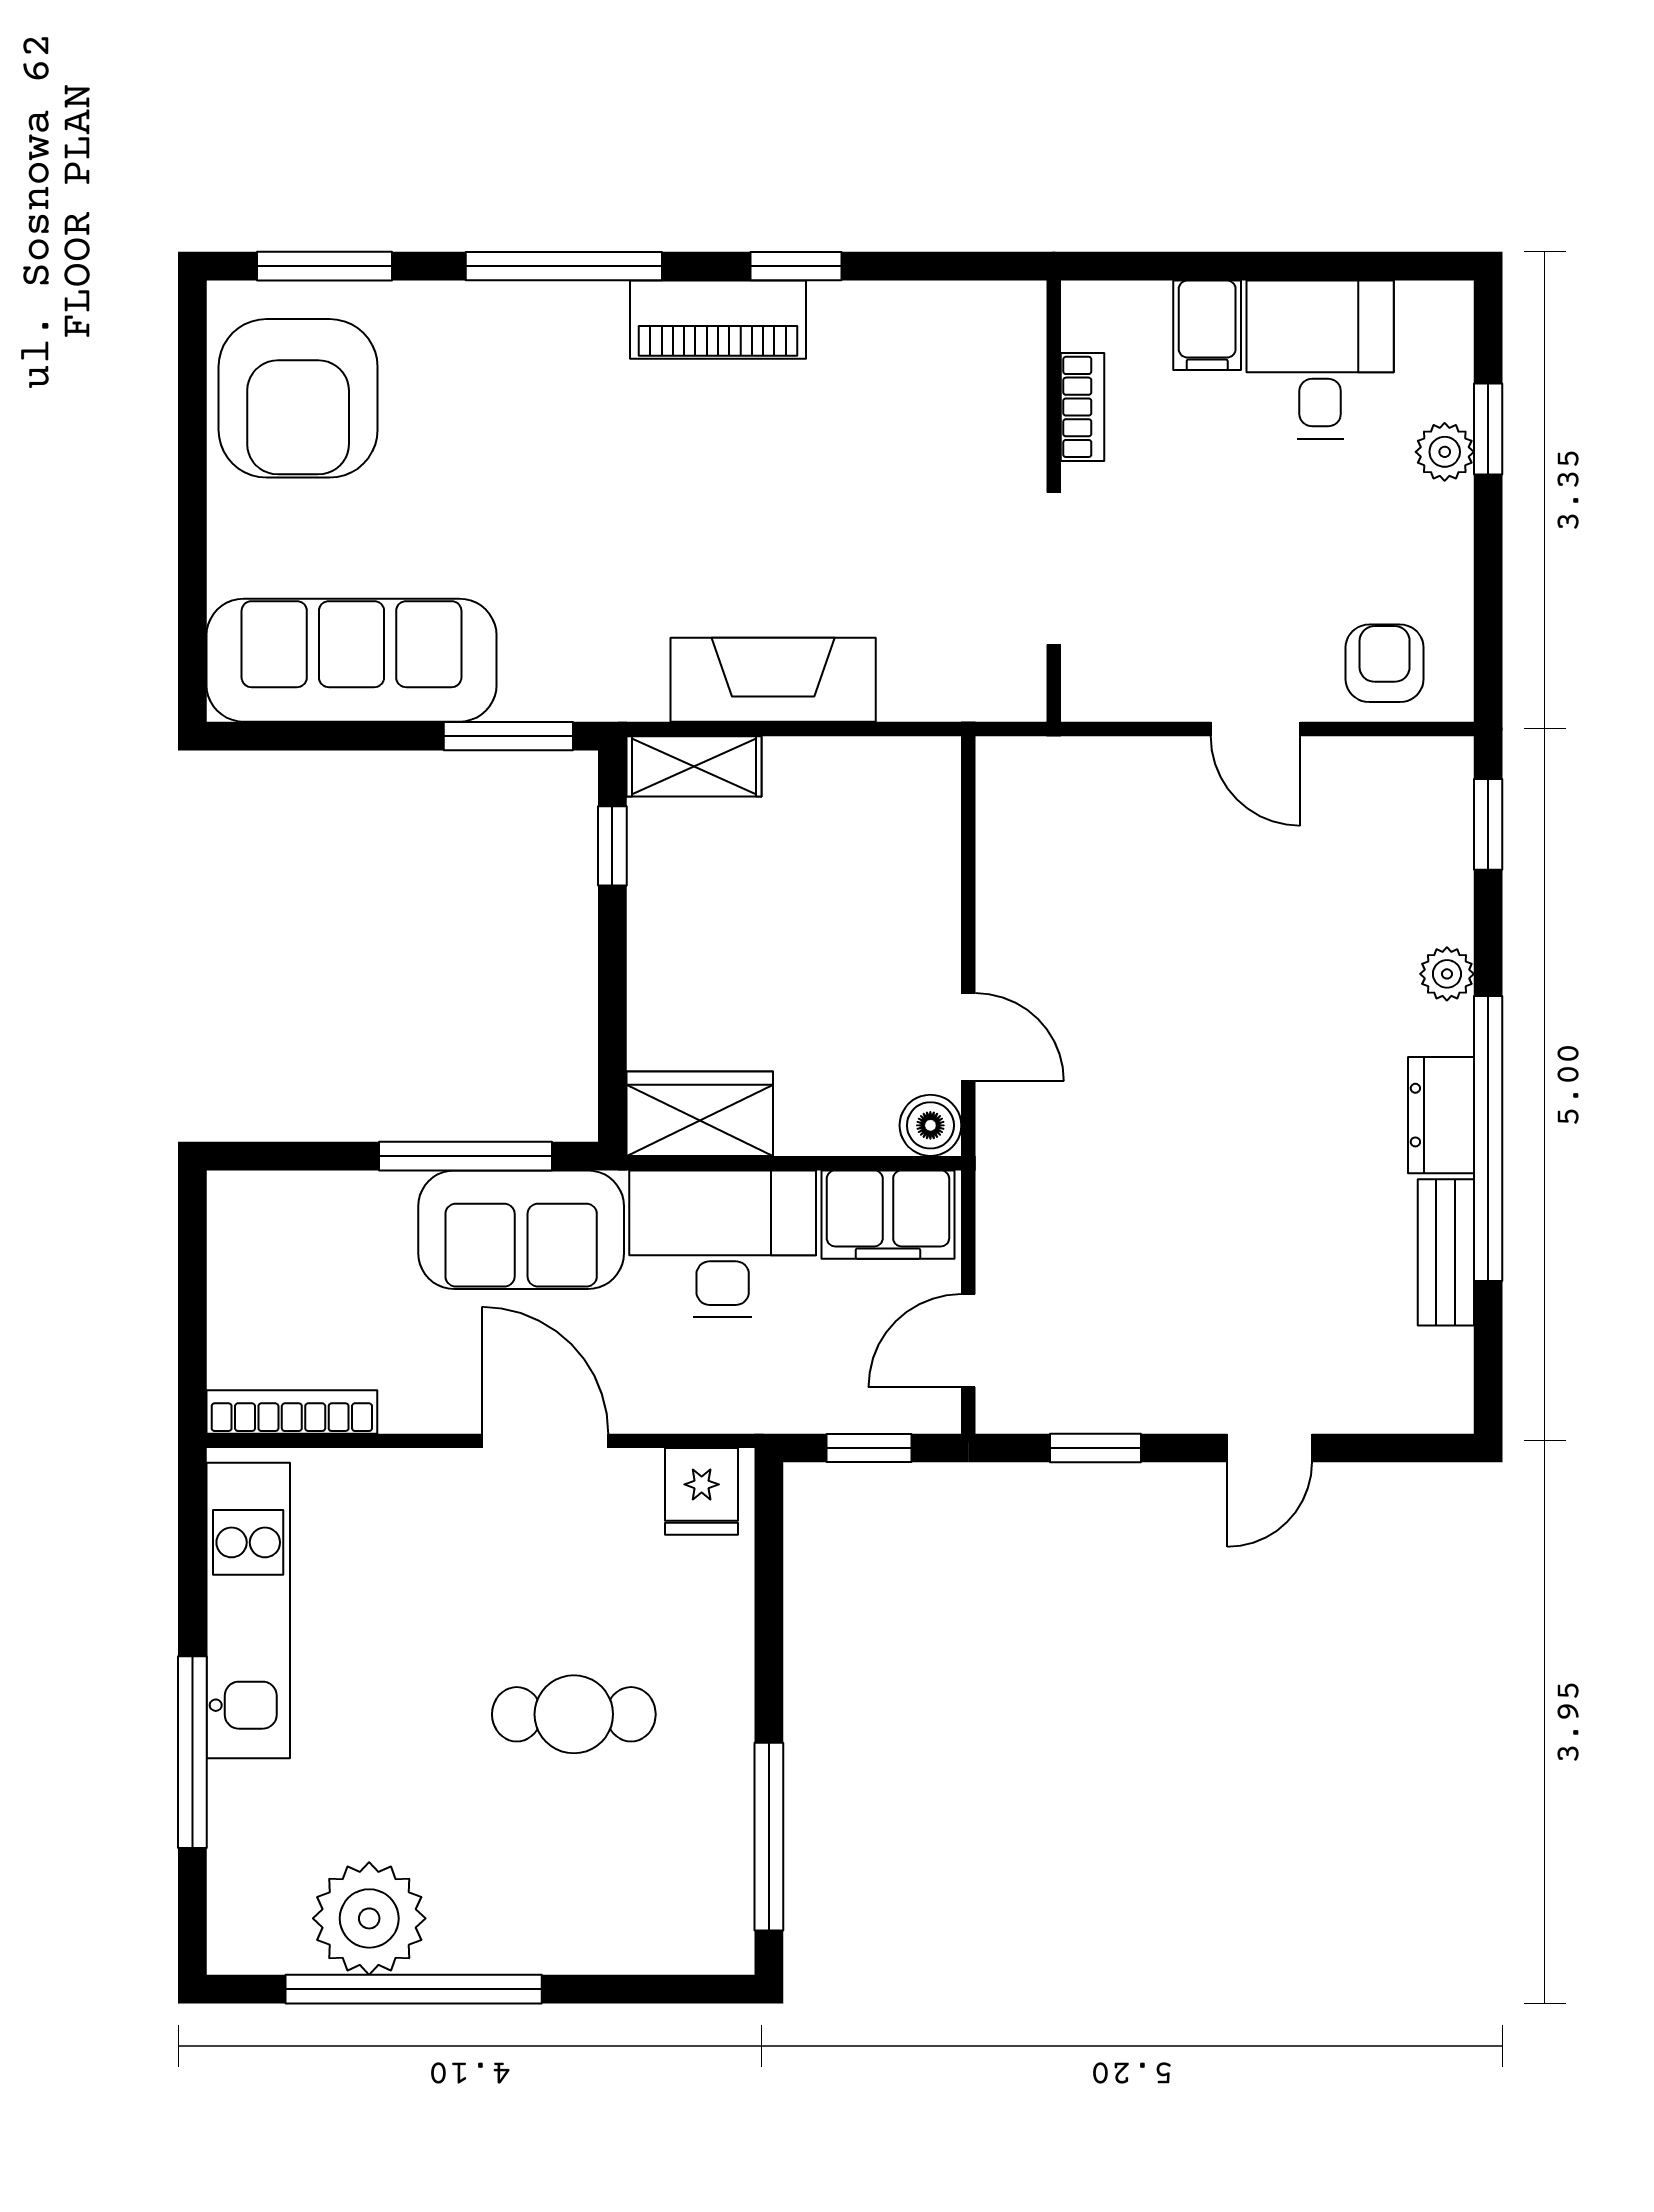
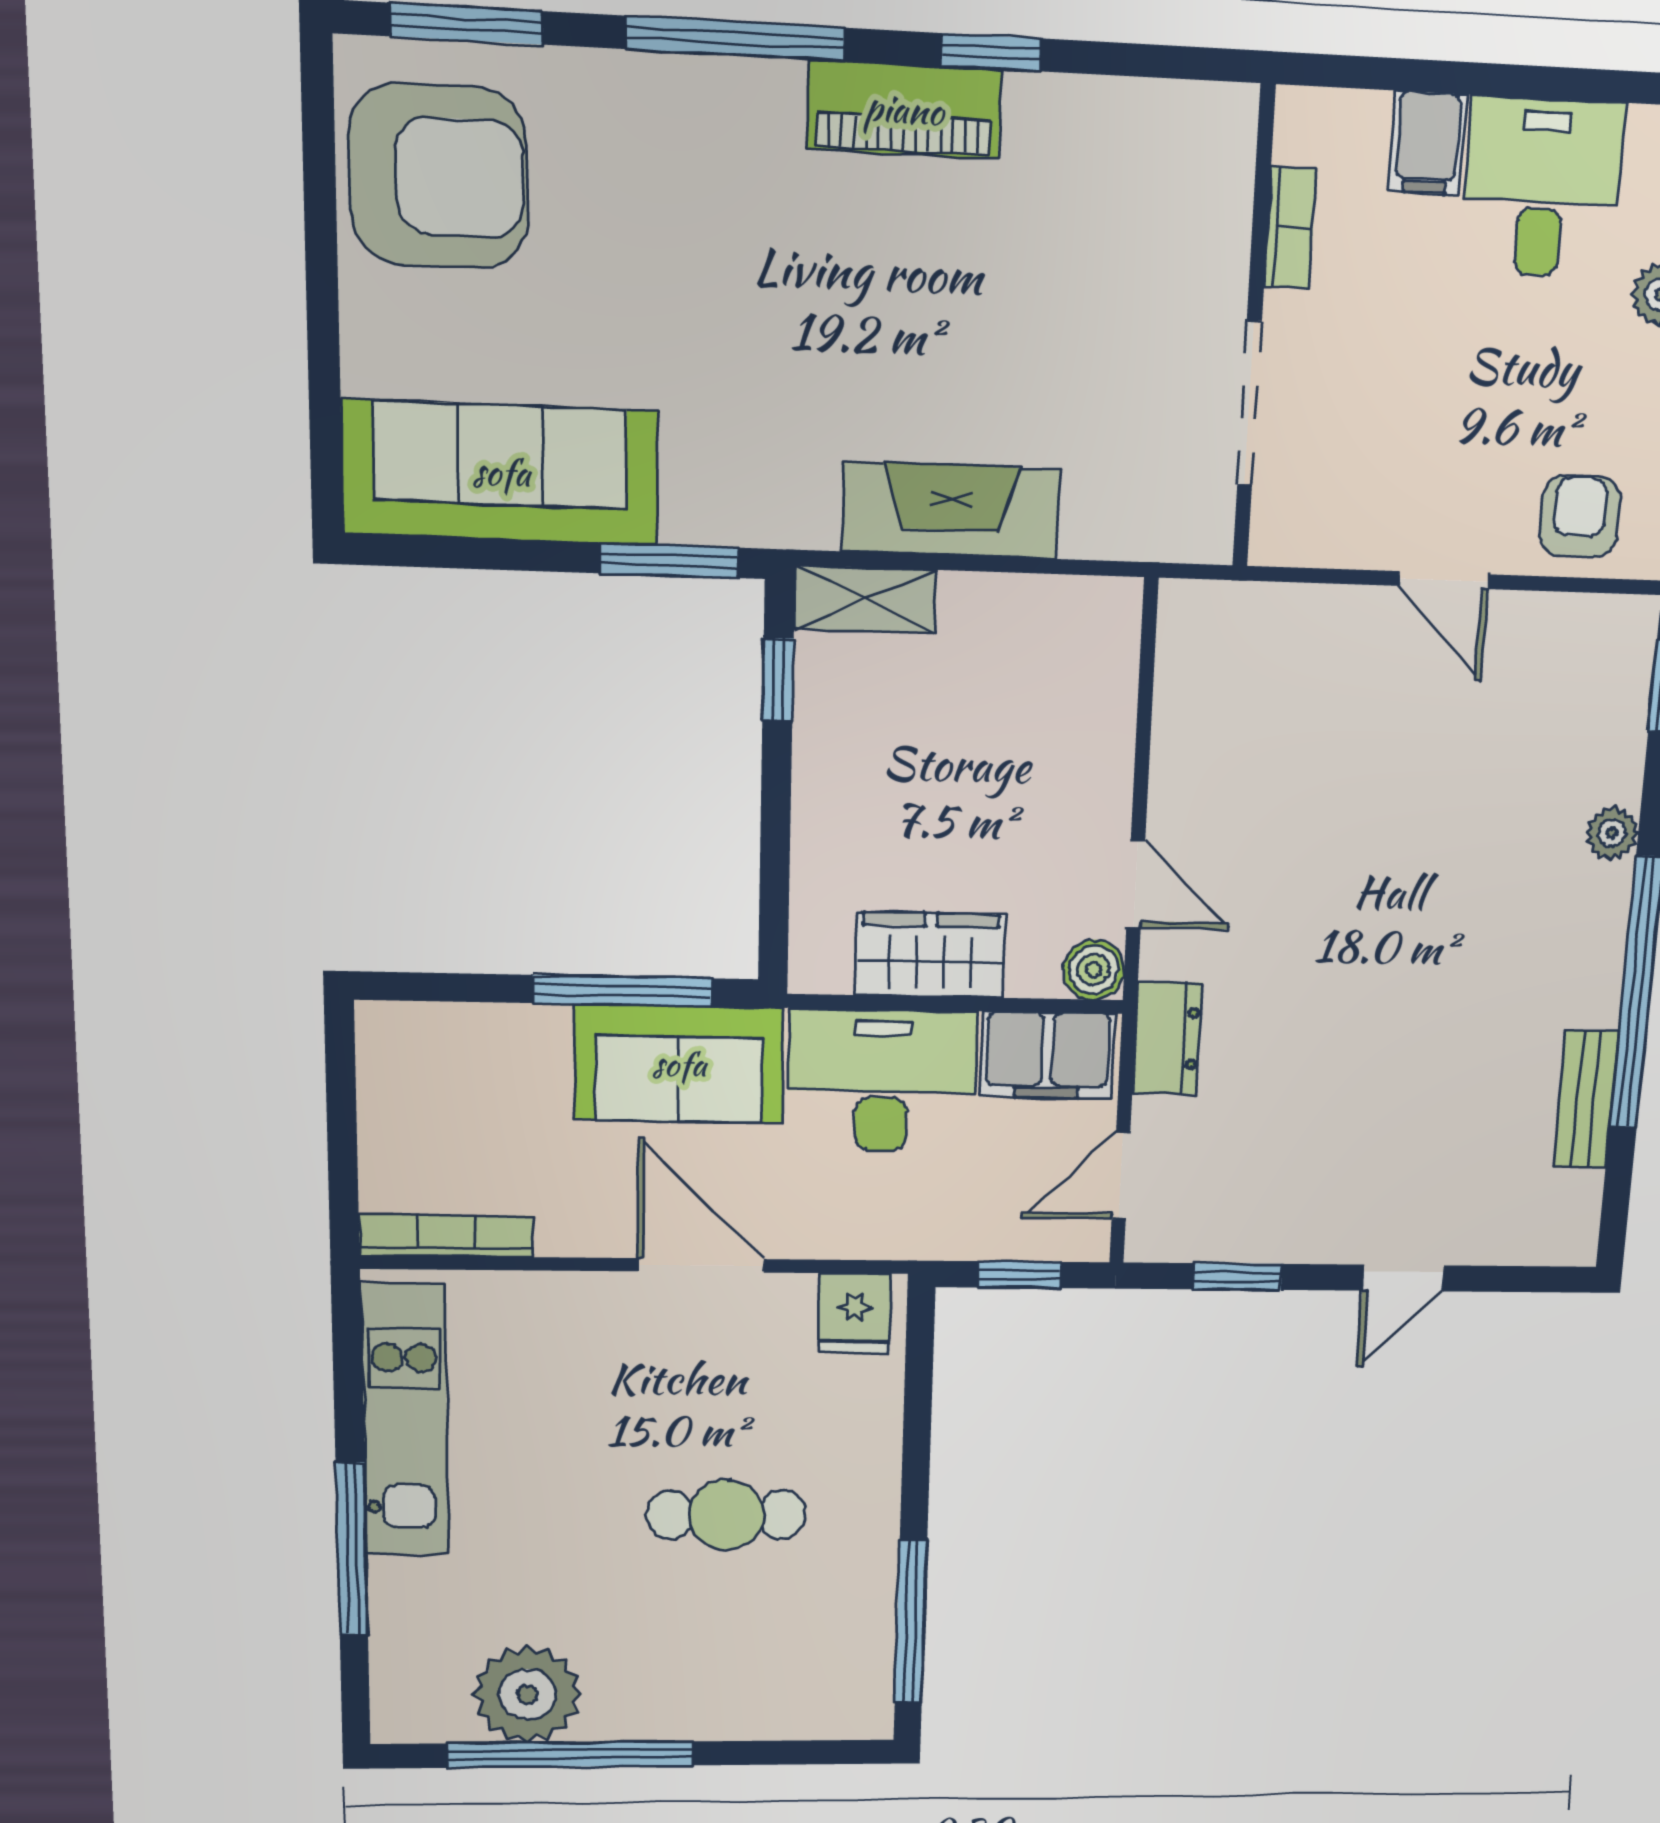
armchair: (298, 398) -> (438, 176), turned -90
wardrobe: (700, 1114) -> (930, 955), moved
dresser: (1441, 1115) -> (1167, 1038), moved, turned 180

